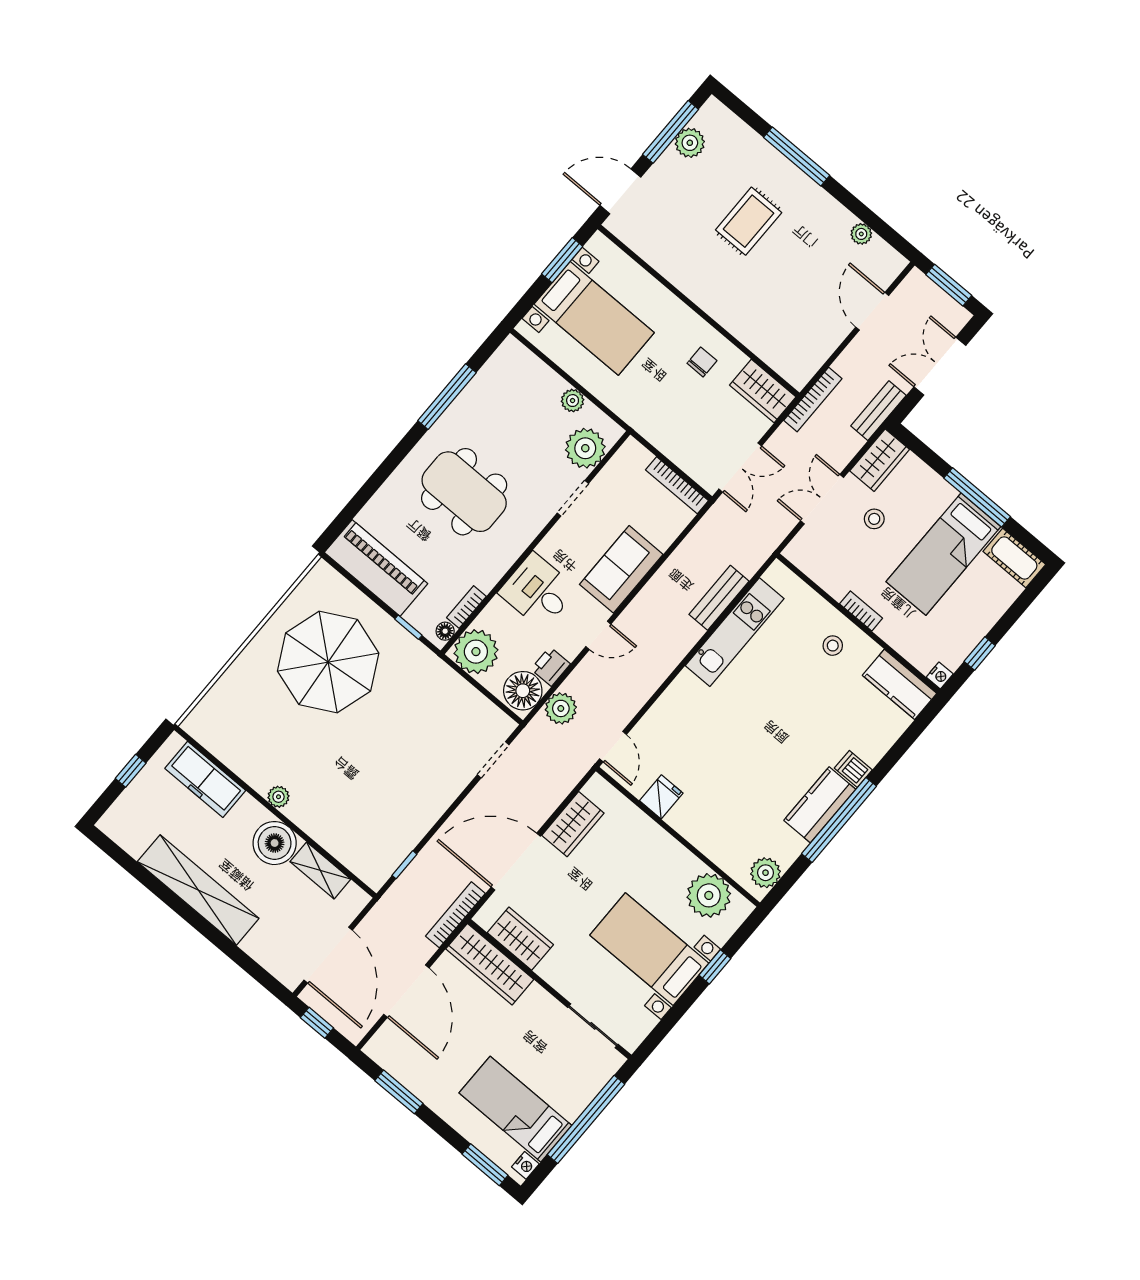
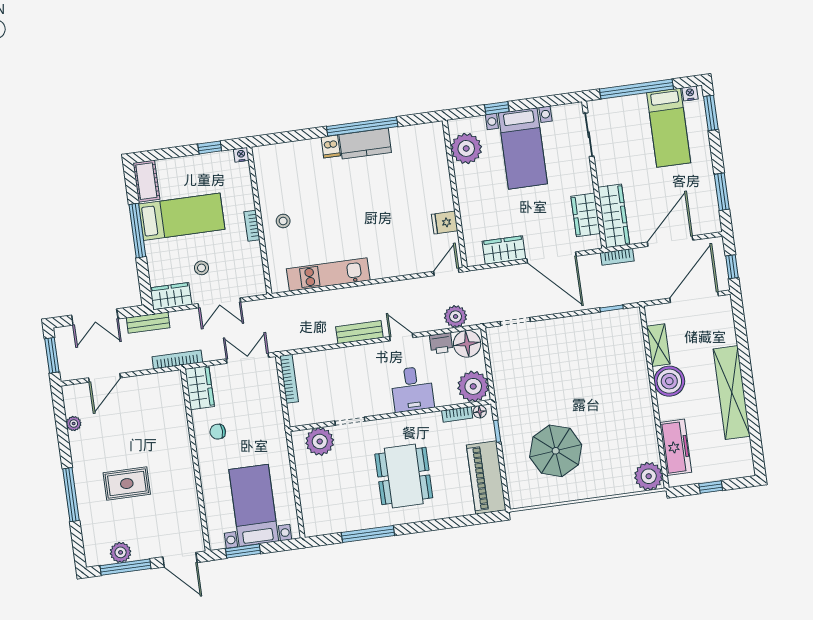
plant: (573, 401) -> (304, 473), removed
sofa: (621, 569) -> (358, 361), removed
bench: (719, 598) -> (359, 332), moved
parasol: (328, 662) -> (556, 451), width x0.73, depth x0.73
kitchen counter: (900, 684) -> (266, 169), removed
plant: (278, 797) -> (649, 476), moved, width x1.87, depth x1.87
plant: (766, 873) -> (426, 134), removed
bookcase: (455, 915) -> (617, 257), width x0.64

